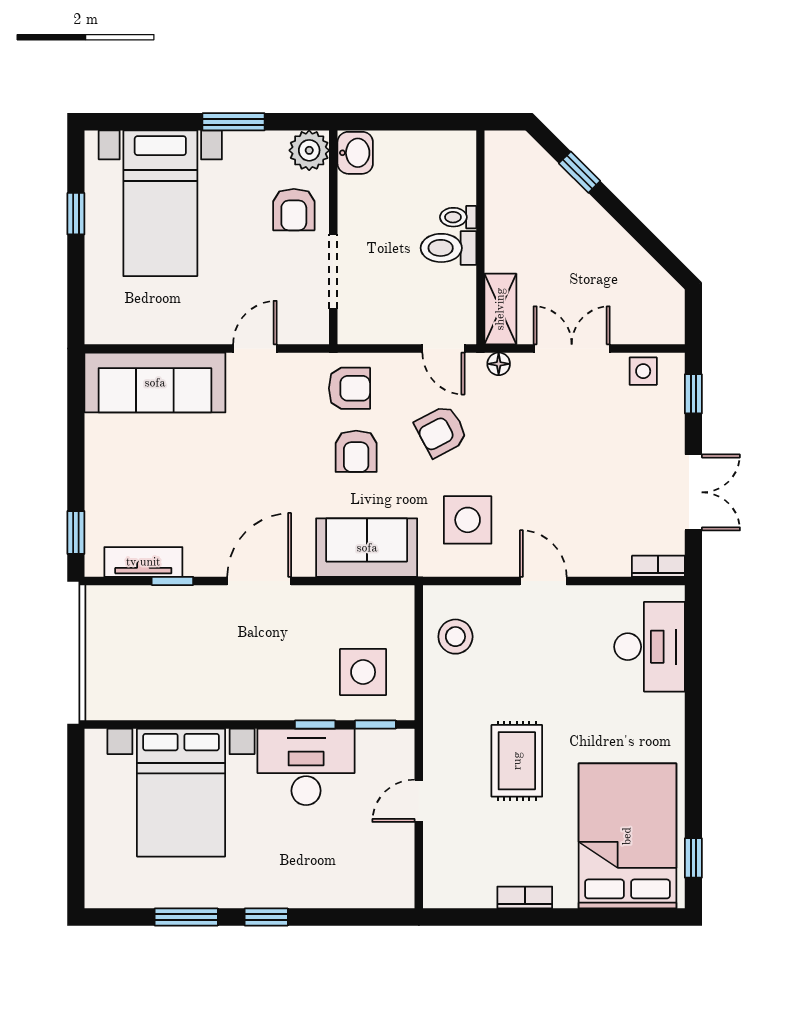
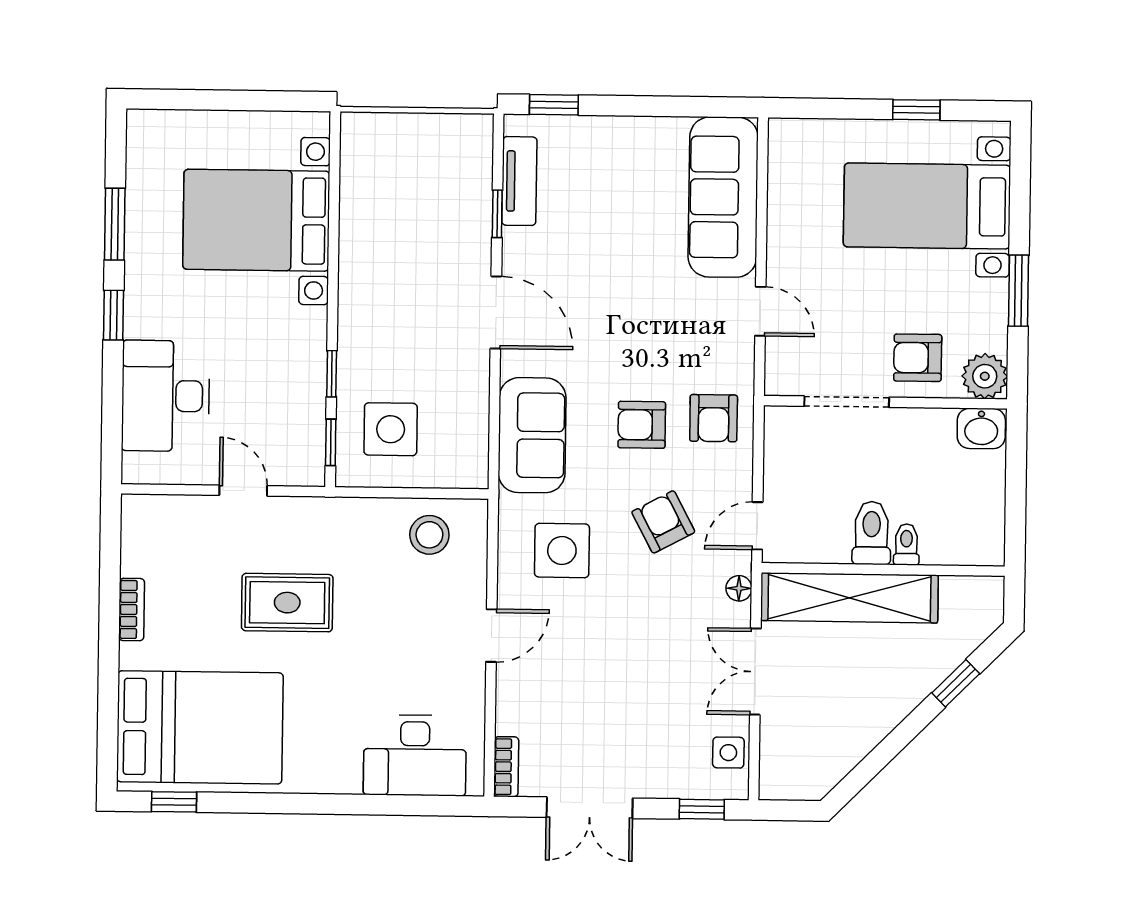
shelving: (500, 309) -> (849, 598), width x2.20, depth x1.33
double door: (572, 348) -> (755, 672), swing flipped
desk: (306, 767) -> (166, 396), moved, turned 180

